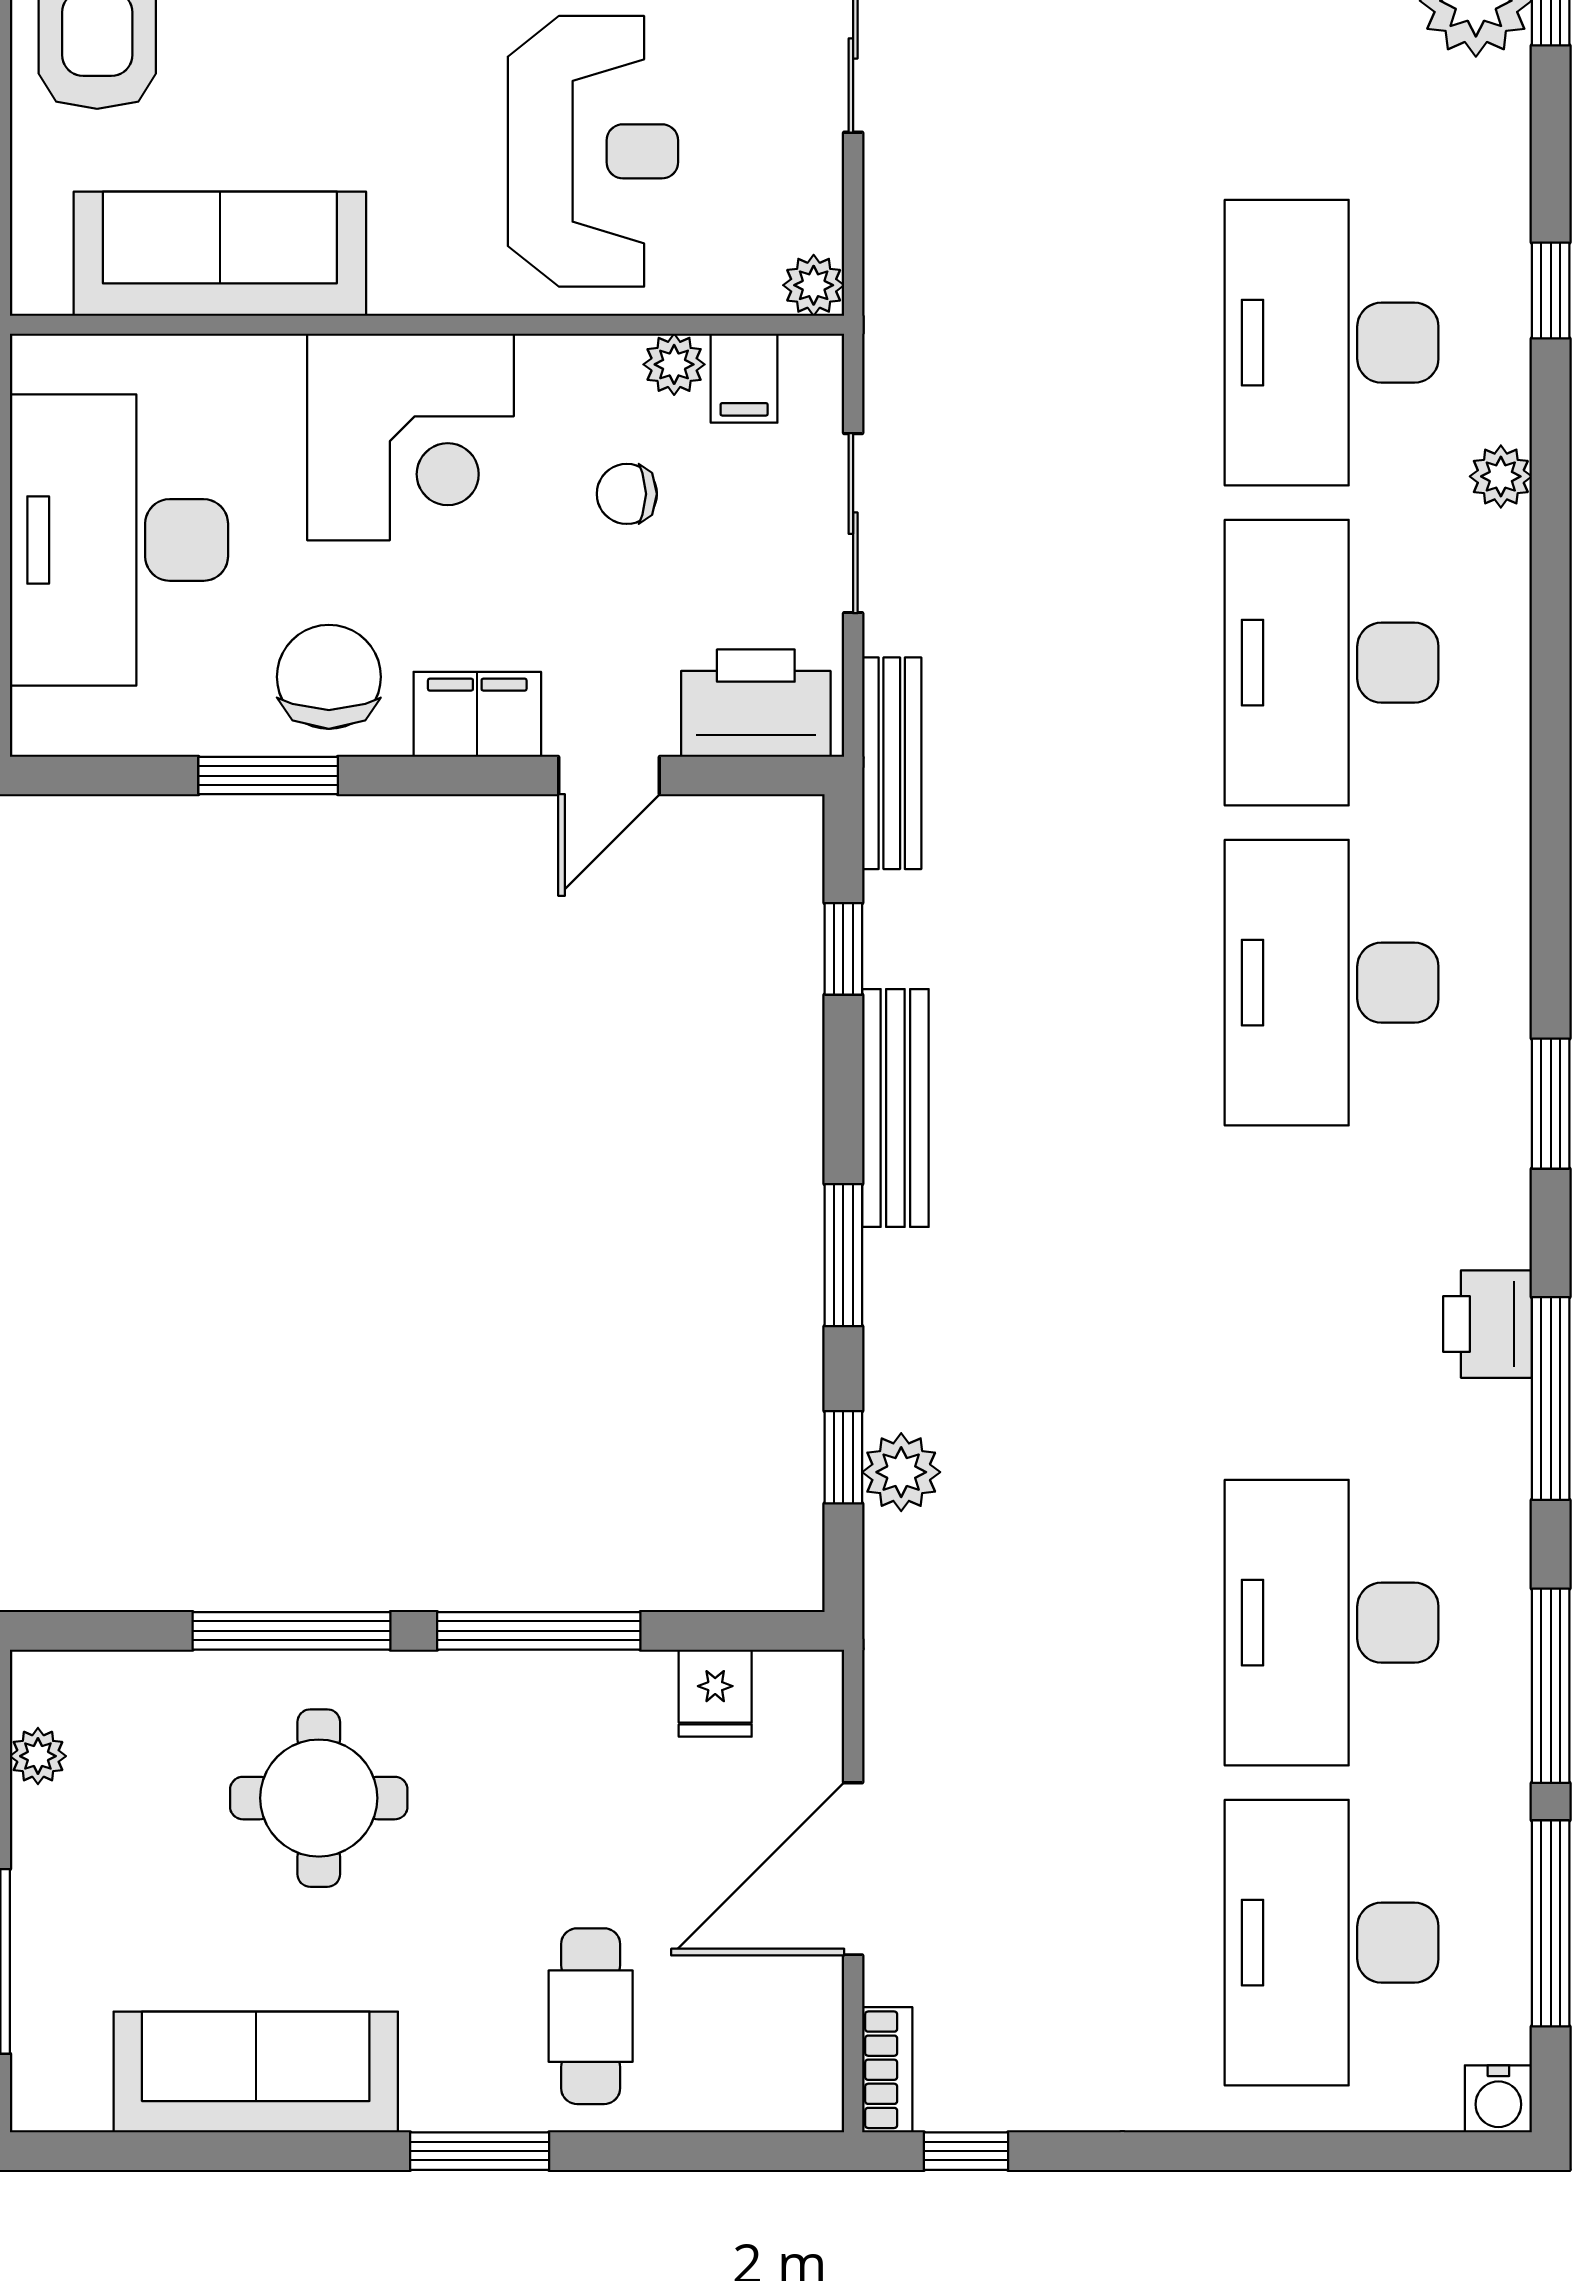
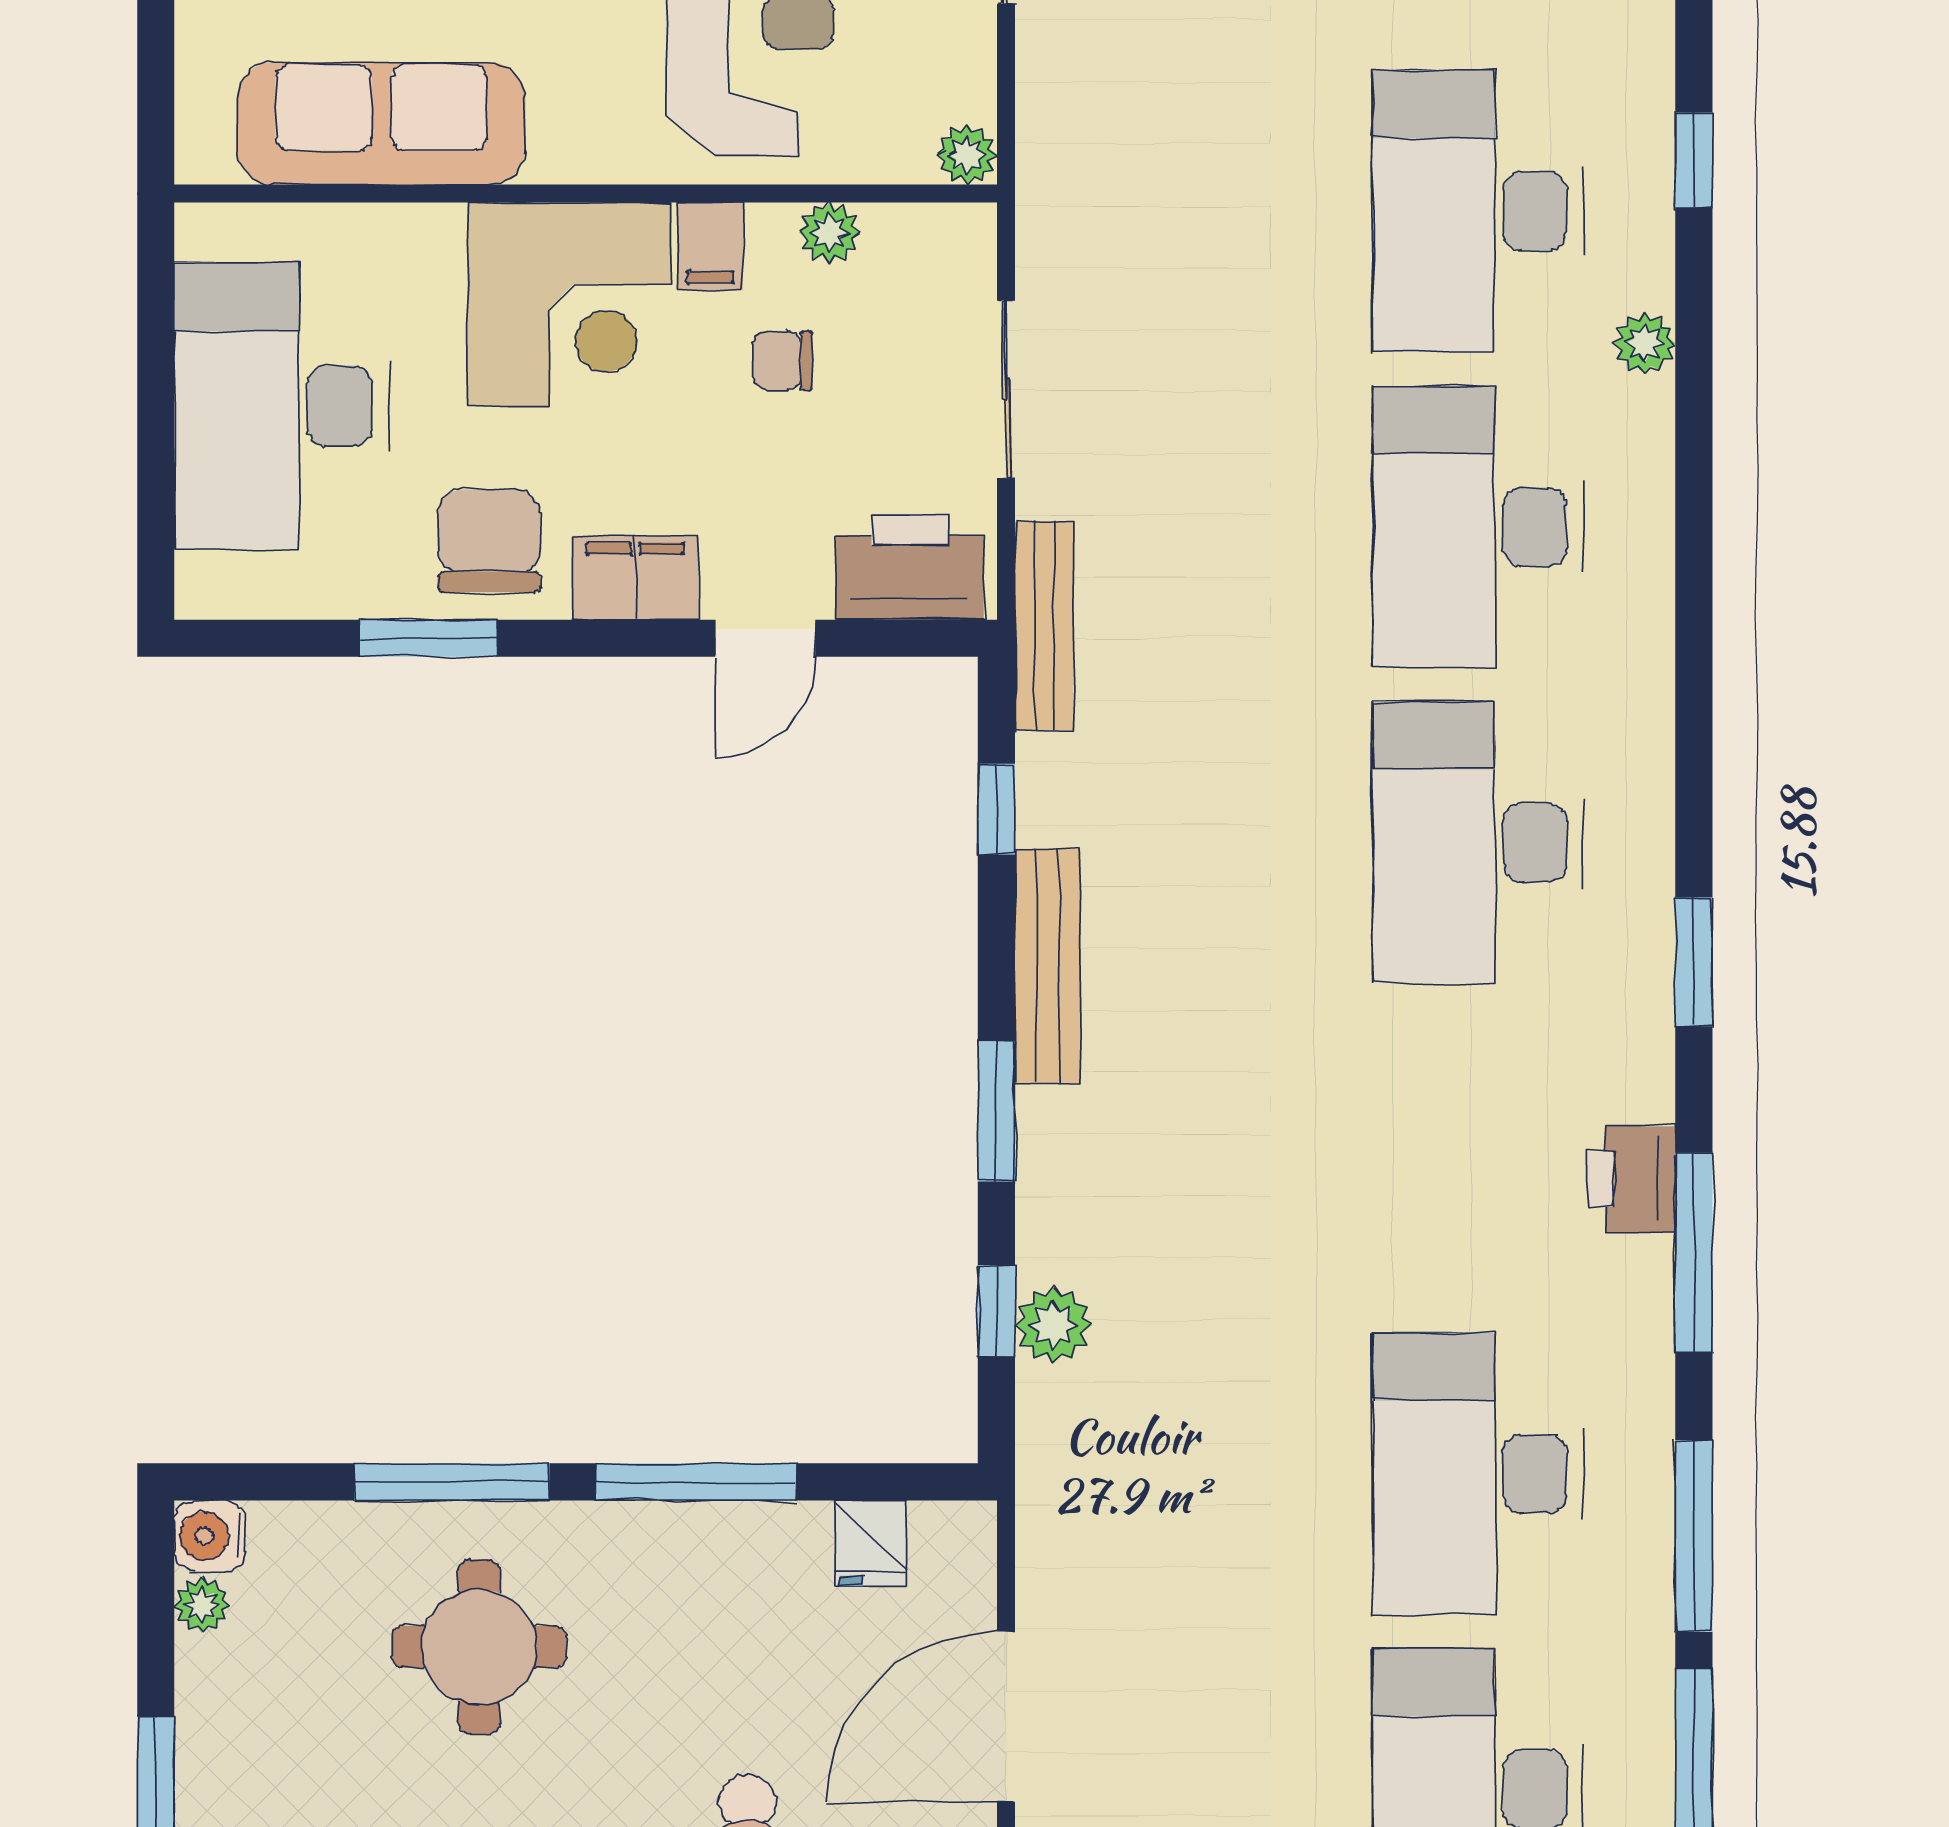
filing cabinet: (744, 378) -> (710, 246), moved
water cooler: (46, 1686) -> (210, 1536), added

